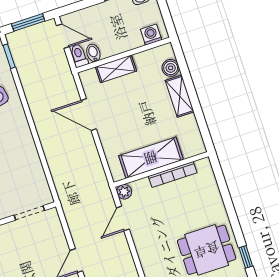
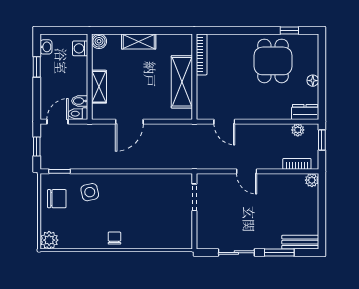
window: (28, 22) -> (37, 147), width x0.67
boiler: (171, 68) -> (99, 41), moved
bookcase: (173, 174) -> (202, 54), moved
plant: (124, 192) -> (203, 113), removed

